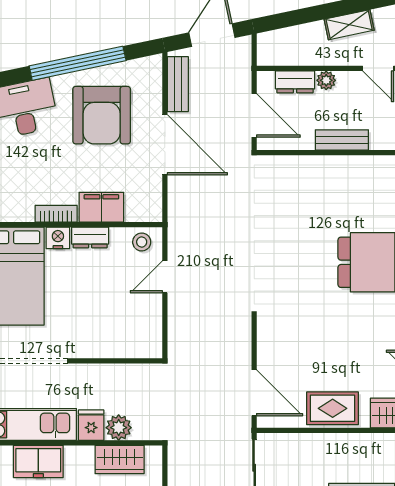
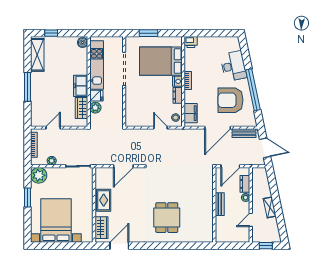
filing cabinet: (101, 207) -> (191, 113), moved
door: (254, 393) -> (123, 166), moved
freezer: (38, 461) -> (81, 86), moved

